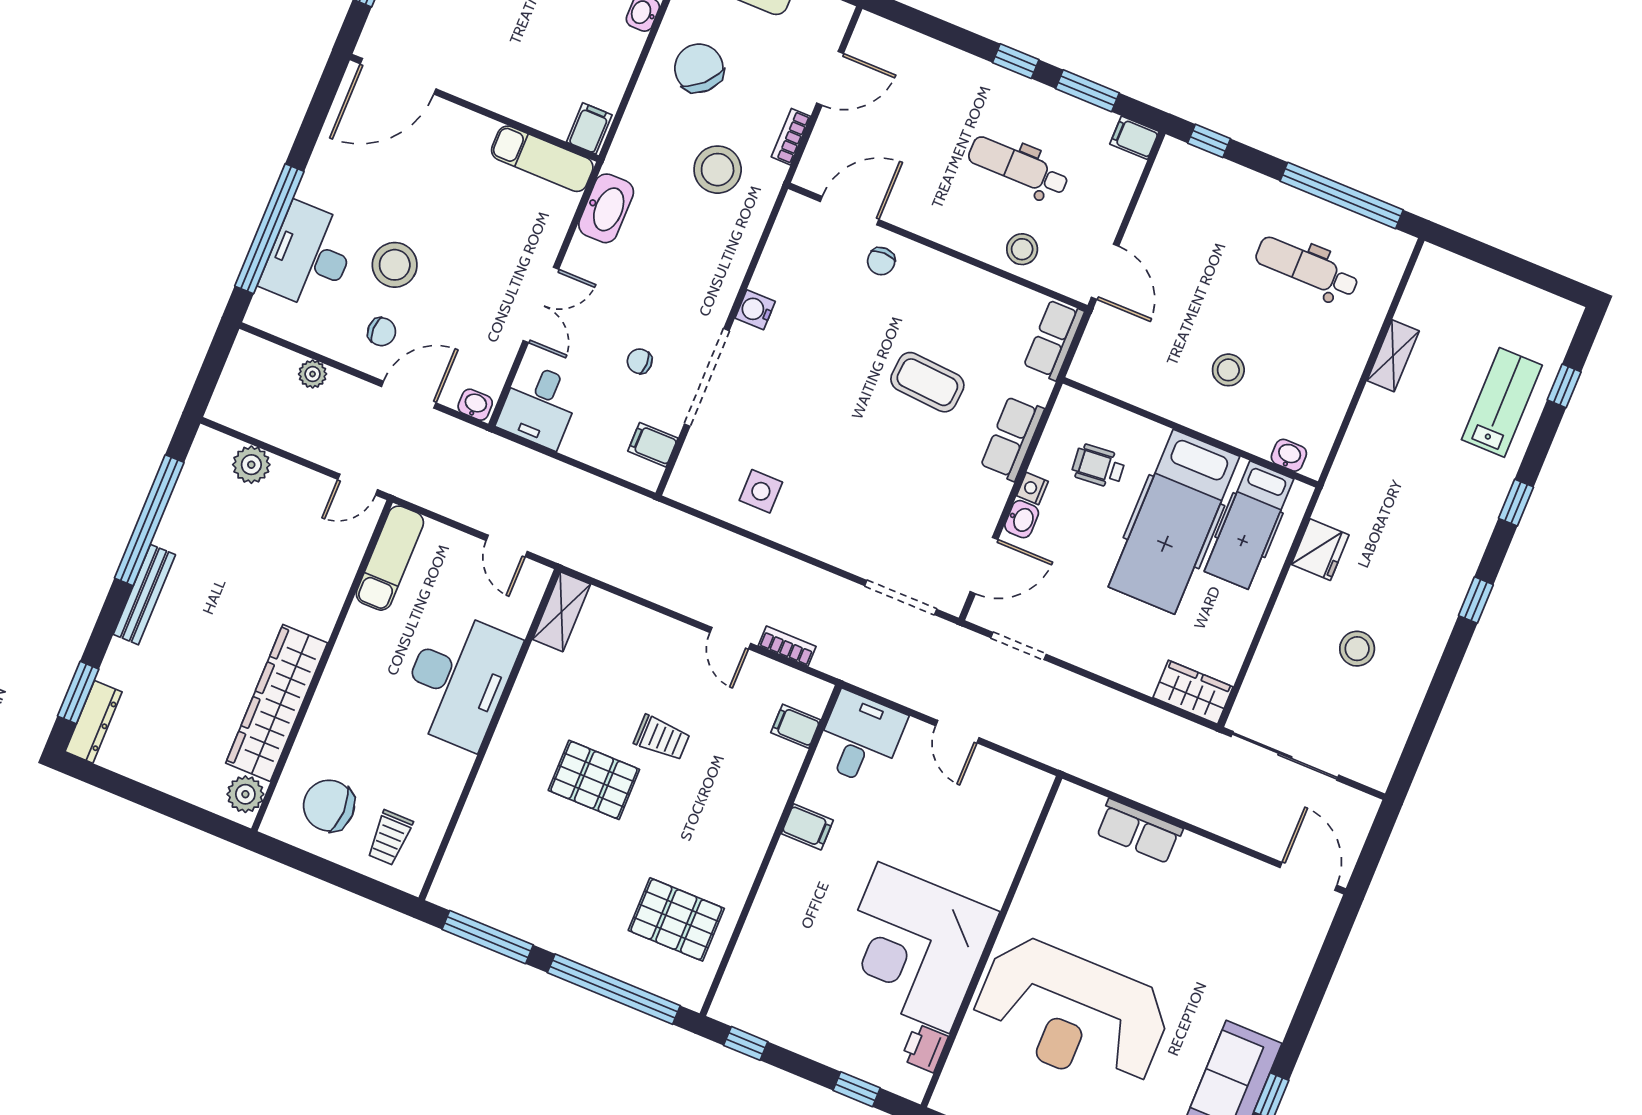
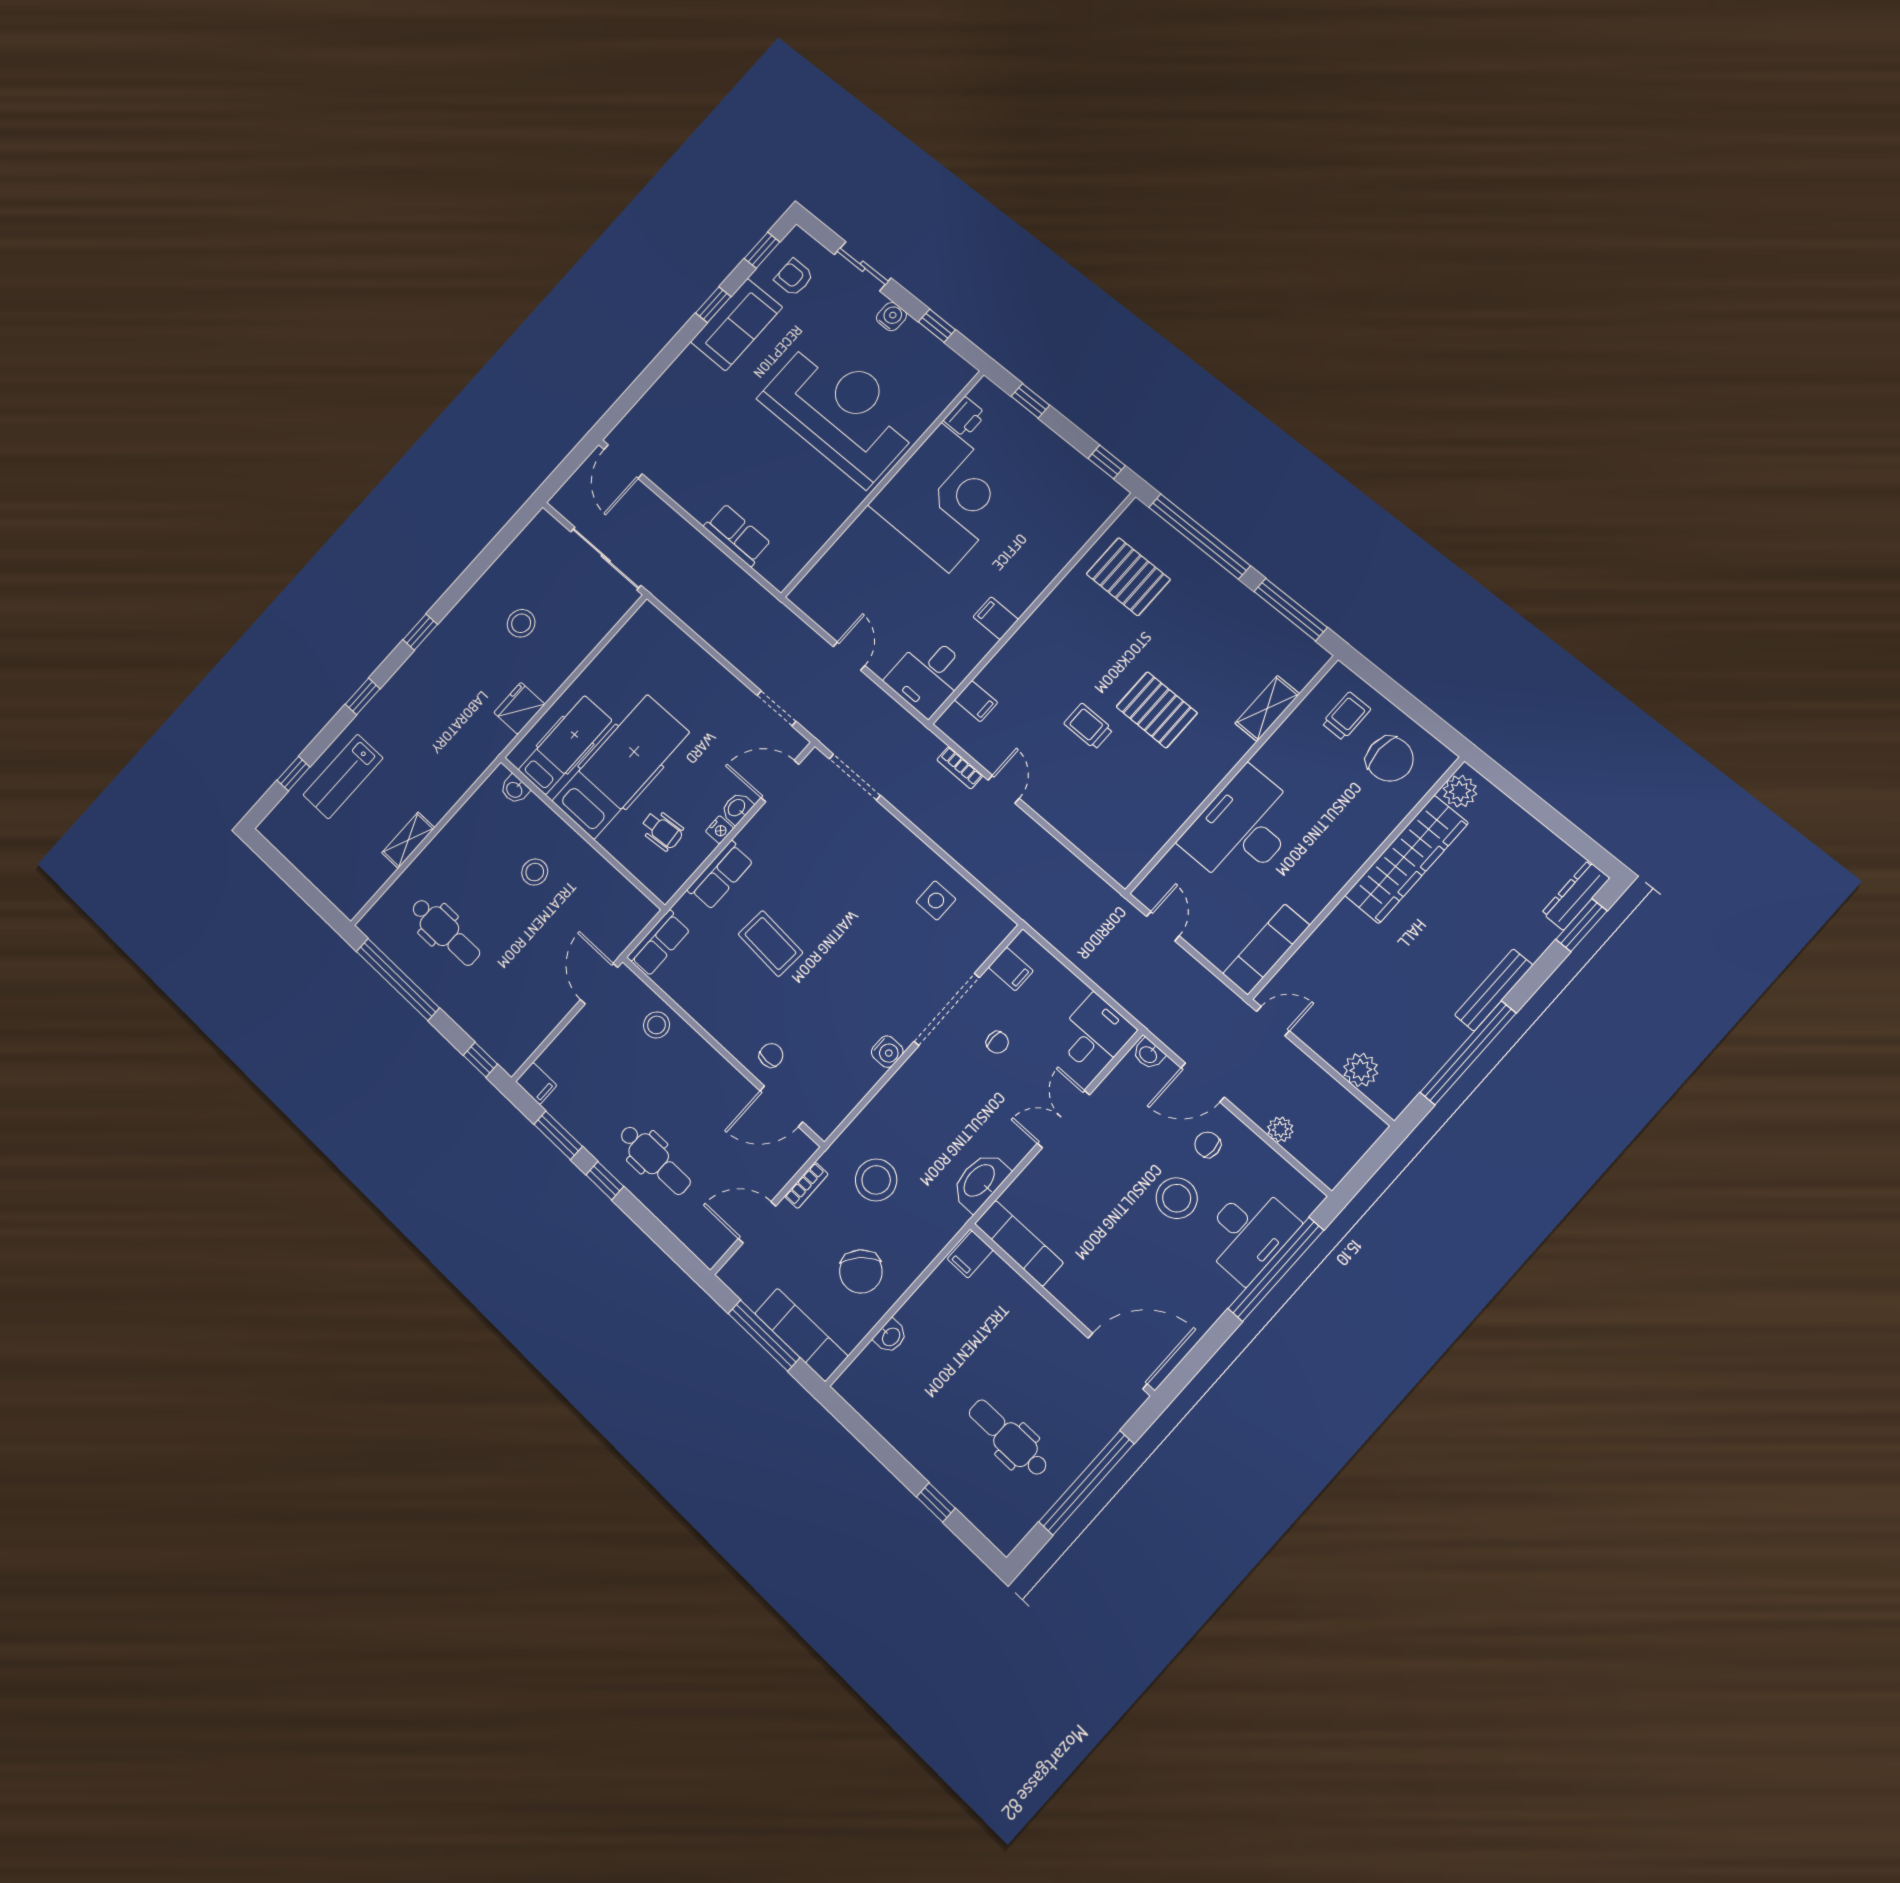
dental chair: (1018, 167) -> (655, 1160), moved
shelving: (562, 612) -> (1267, 709), moved
wardrobe: (1193, 692) -> (656, 629), removed

